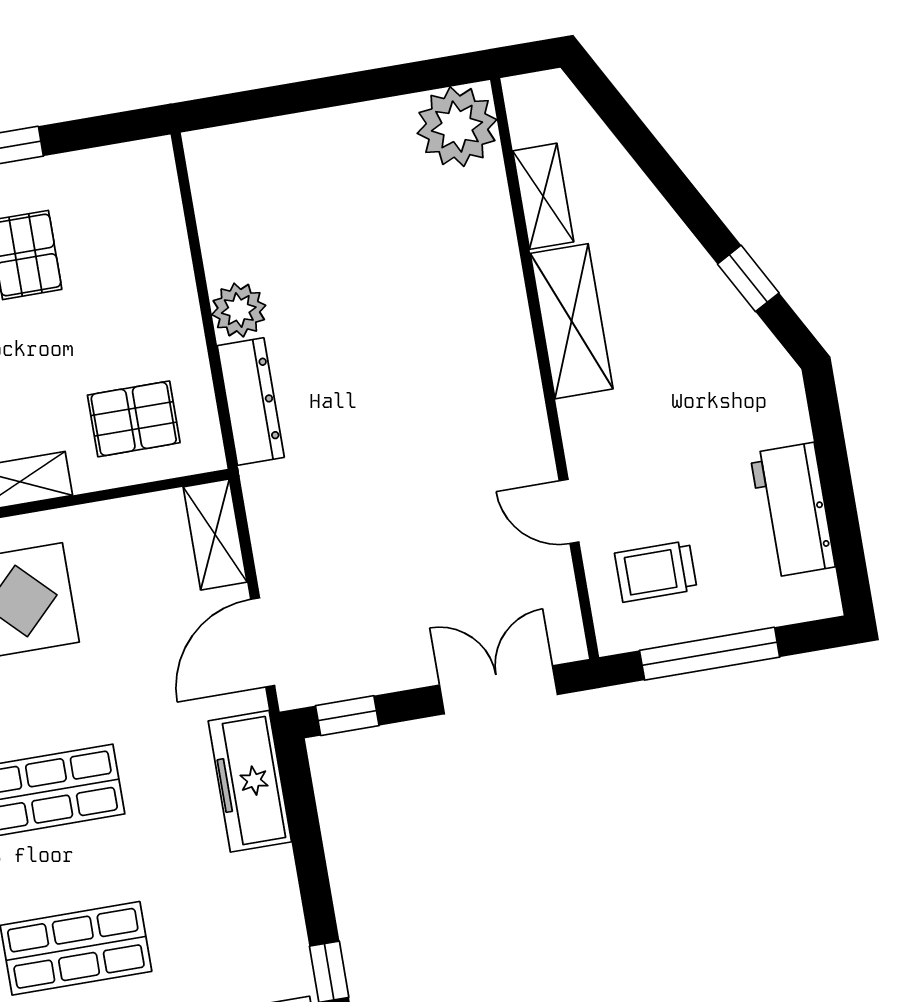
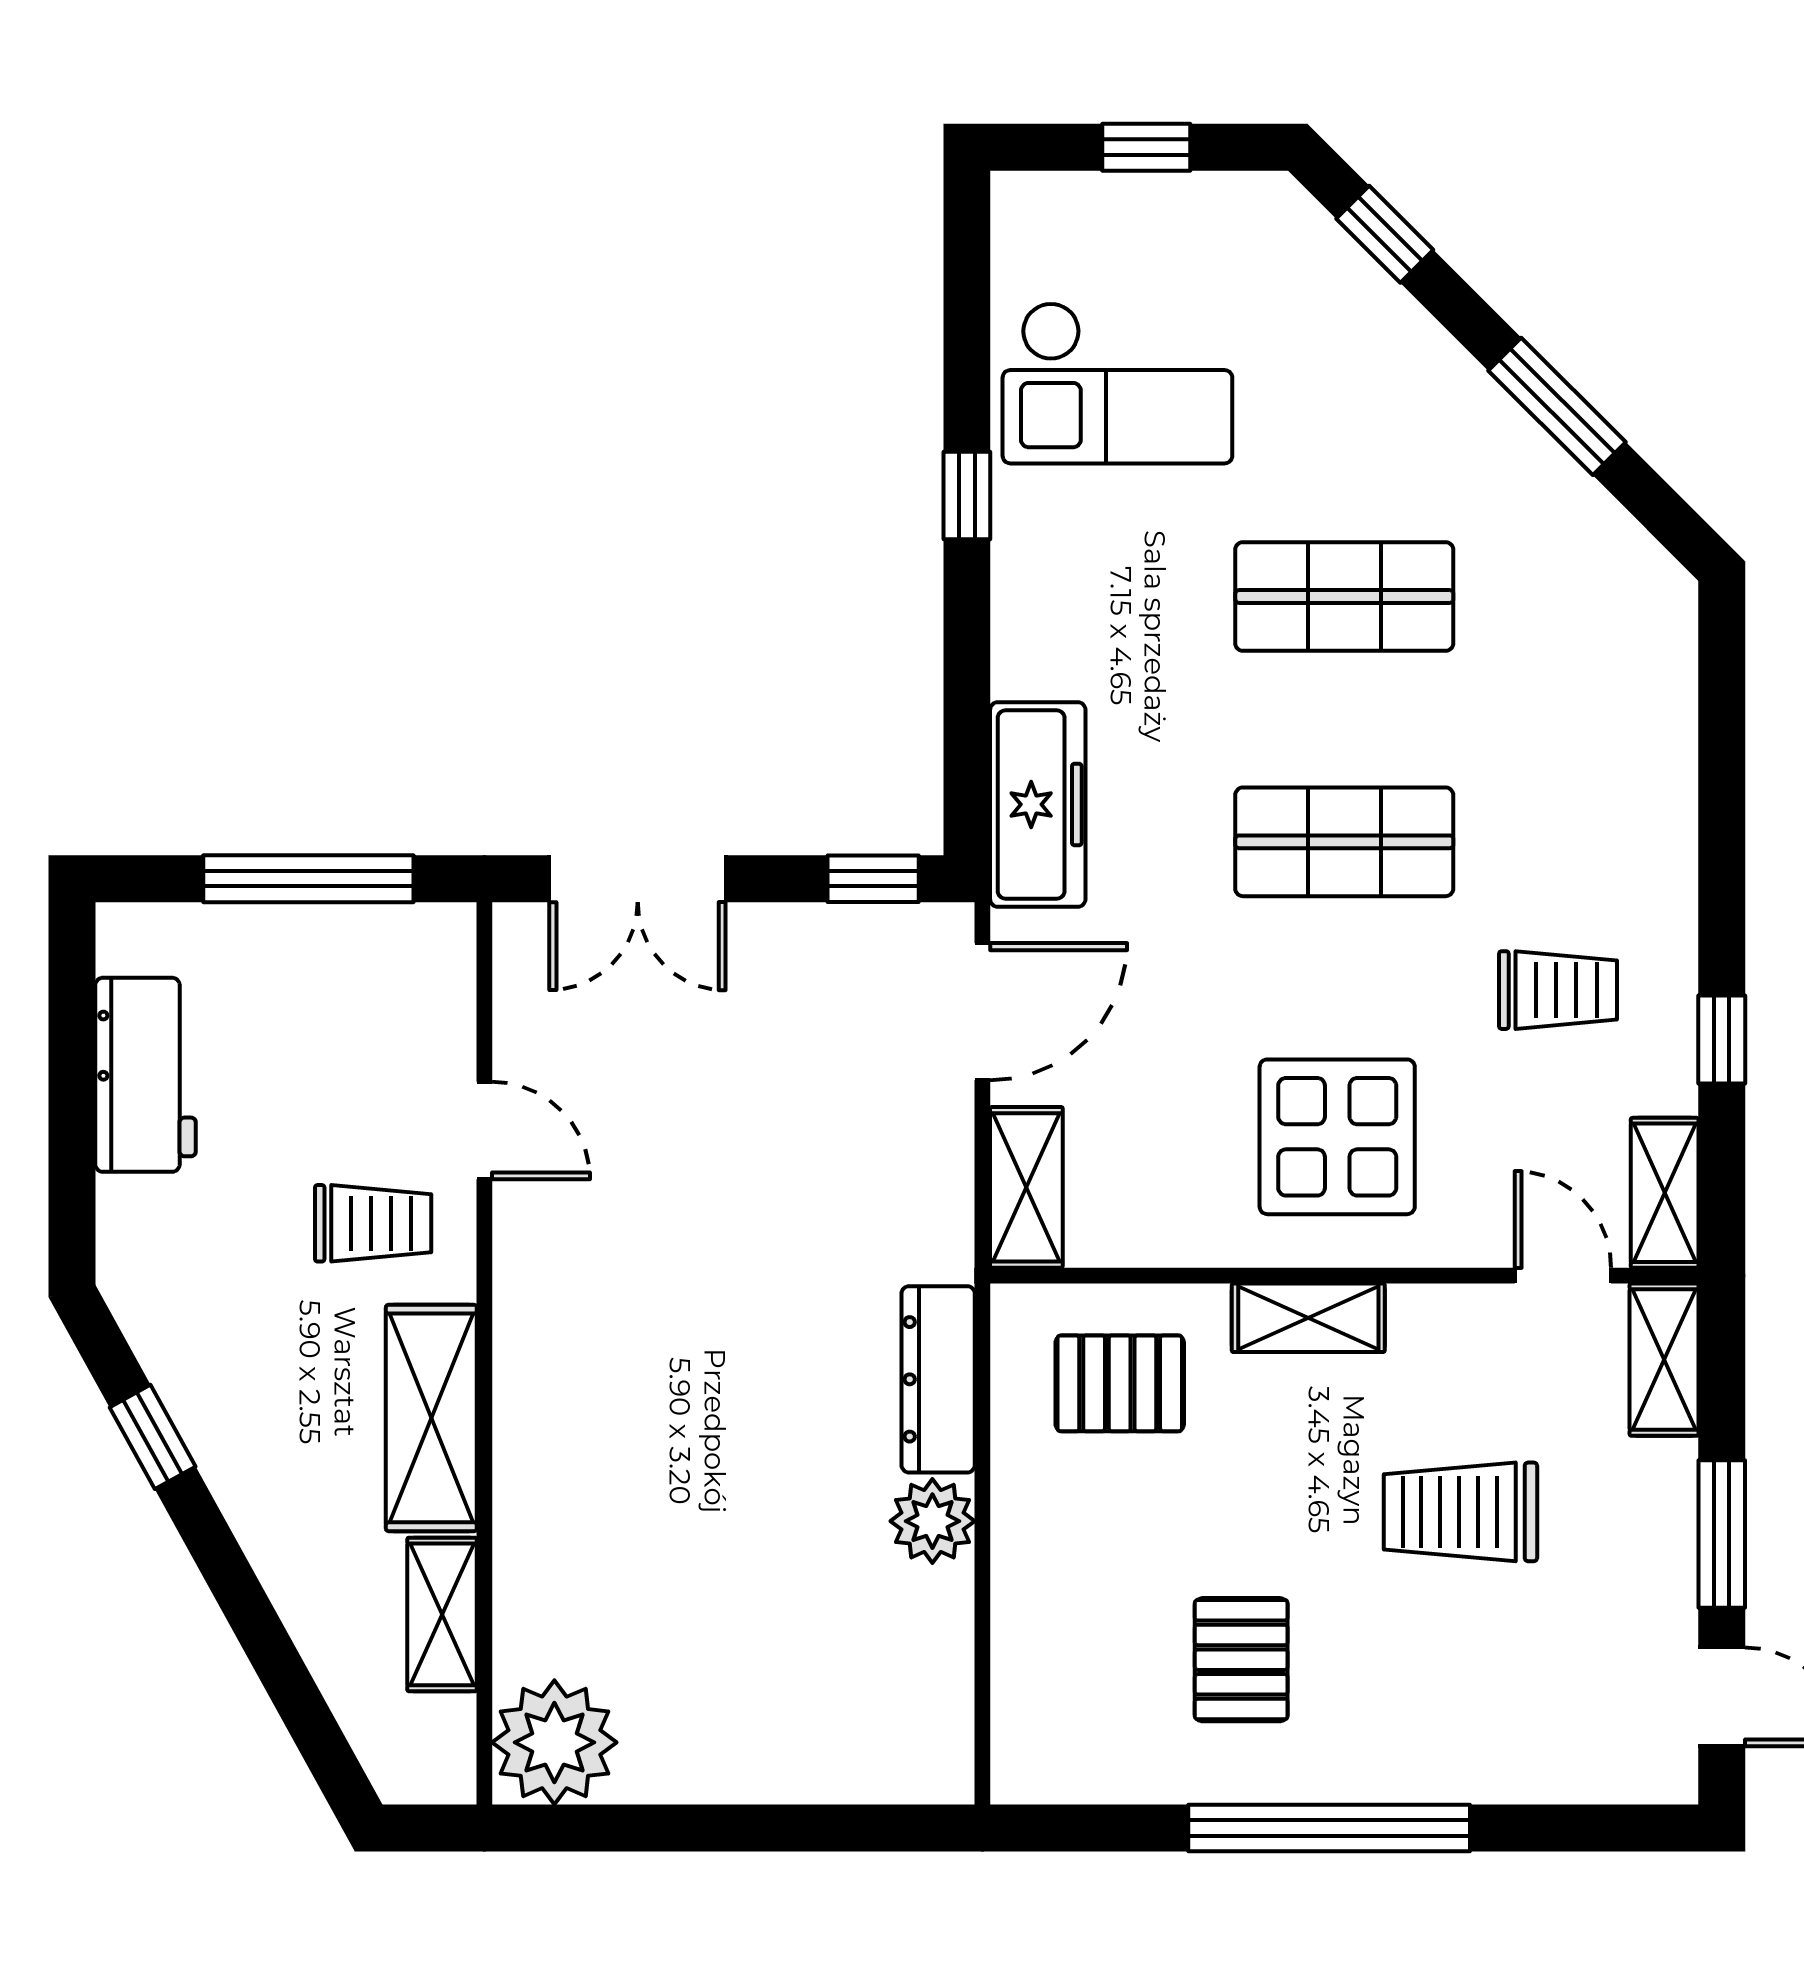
trolley: (656, 571) -> (373, 1223), moved

